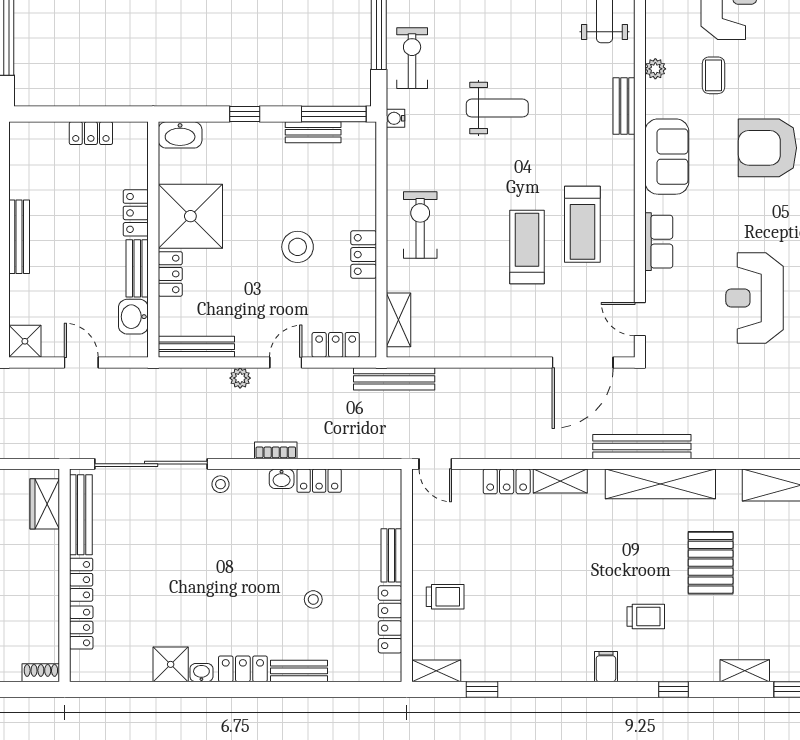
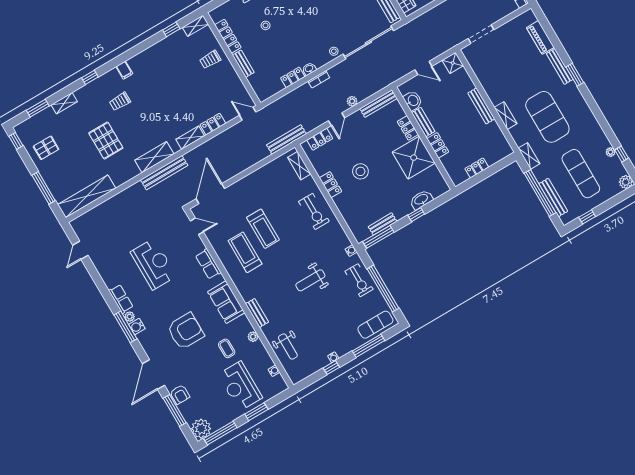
washbasin: (180, 135) -> (421, 200), moved
shelving: (660, 484) -> (154, 157), width x0.68

